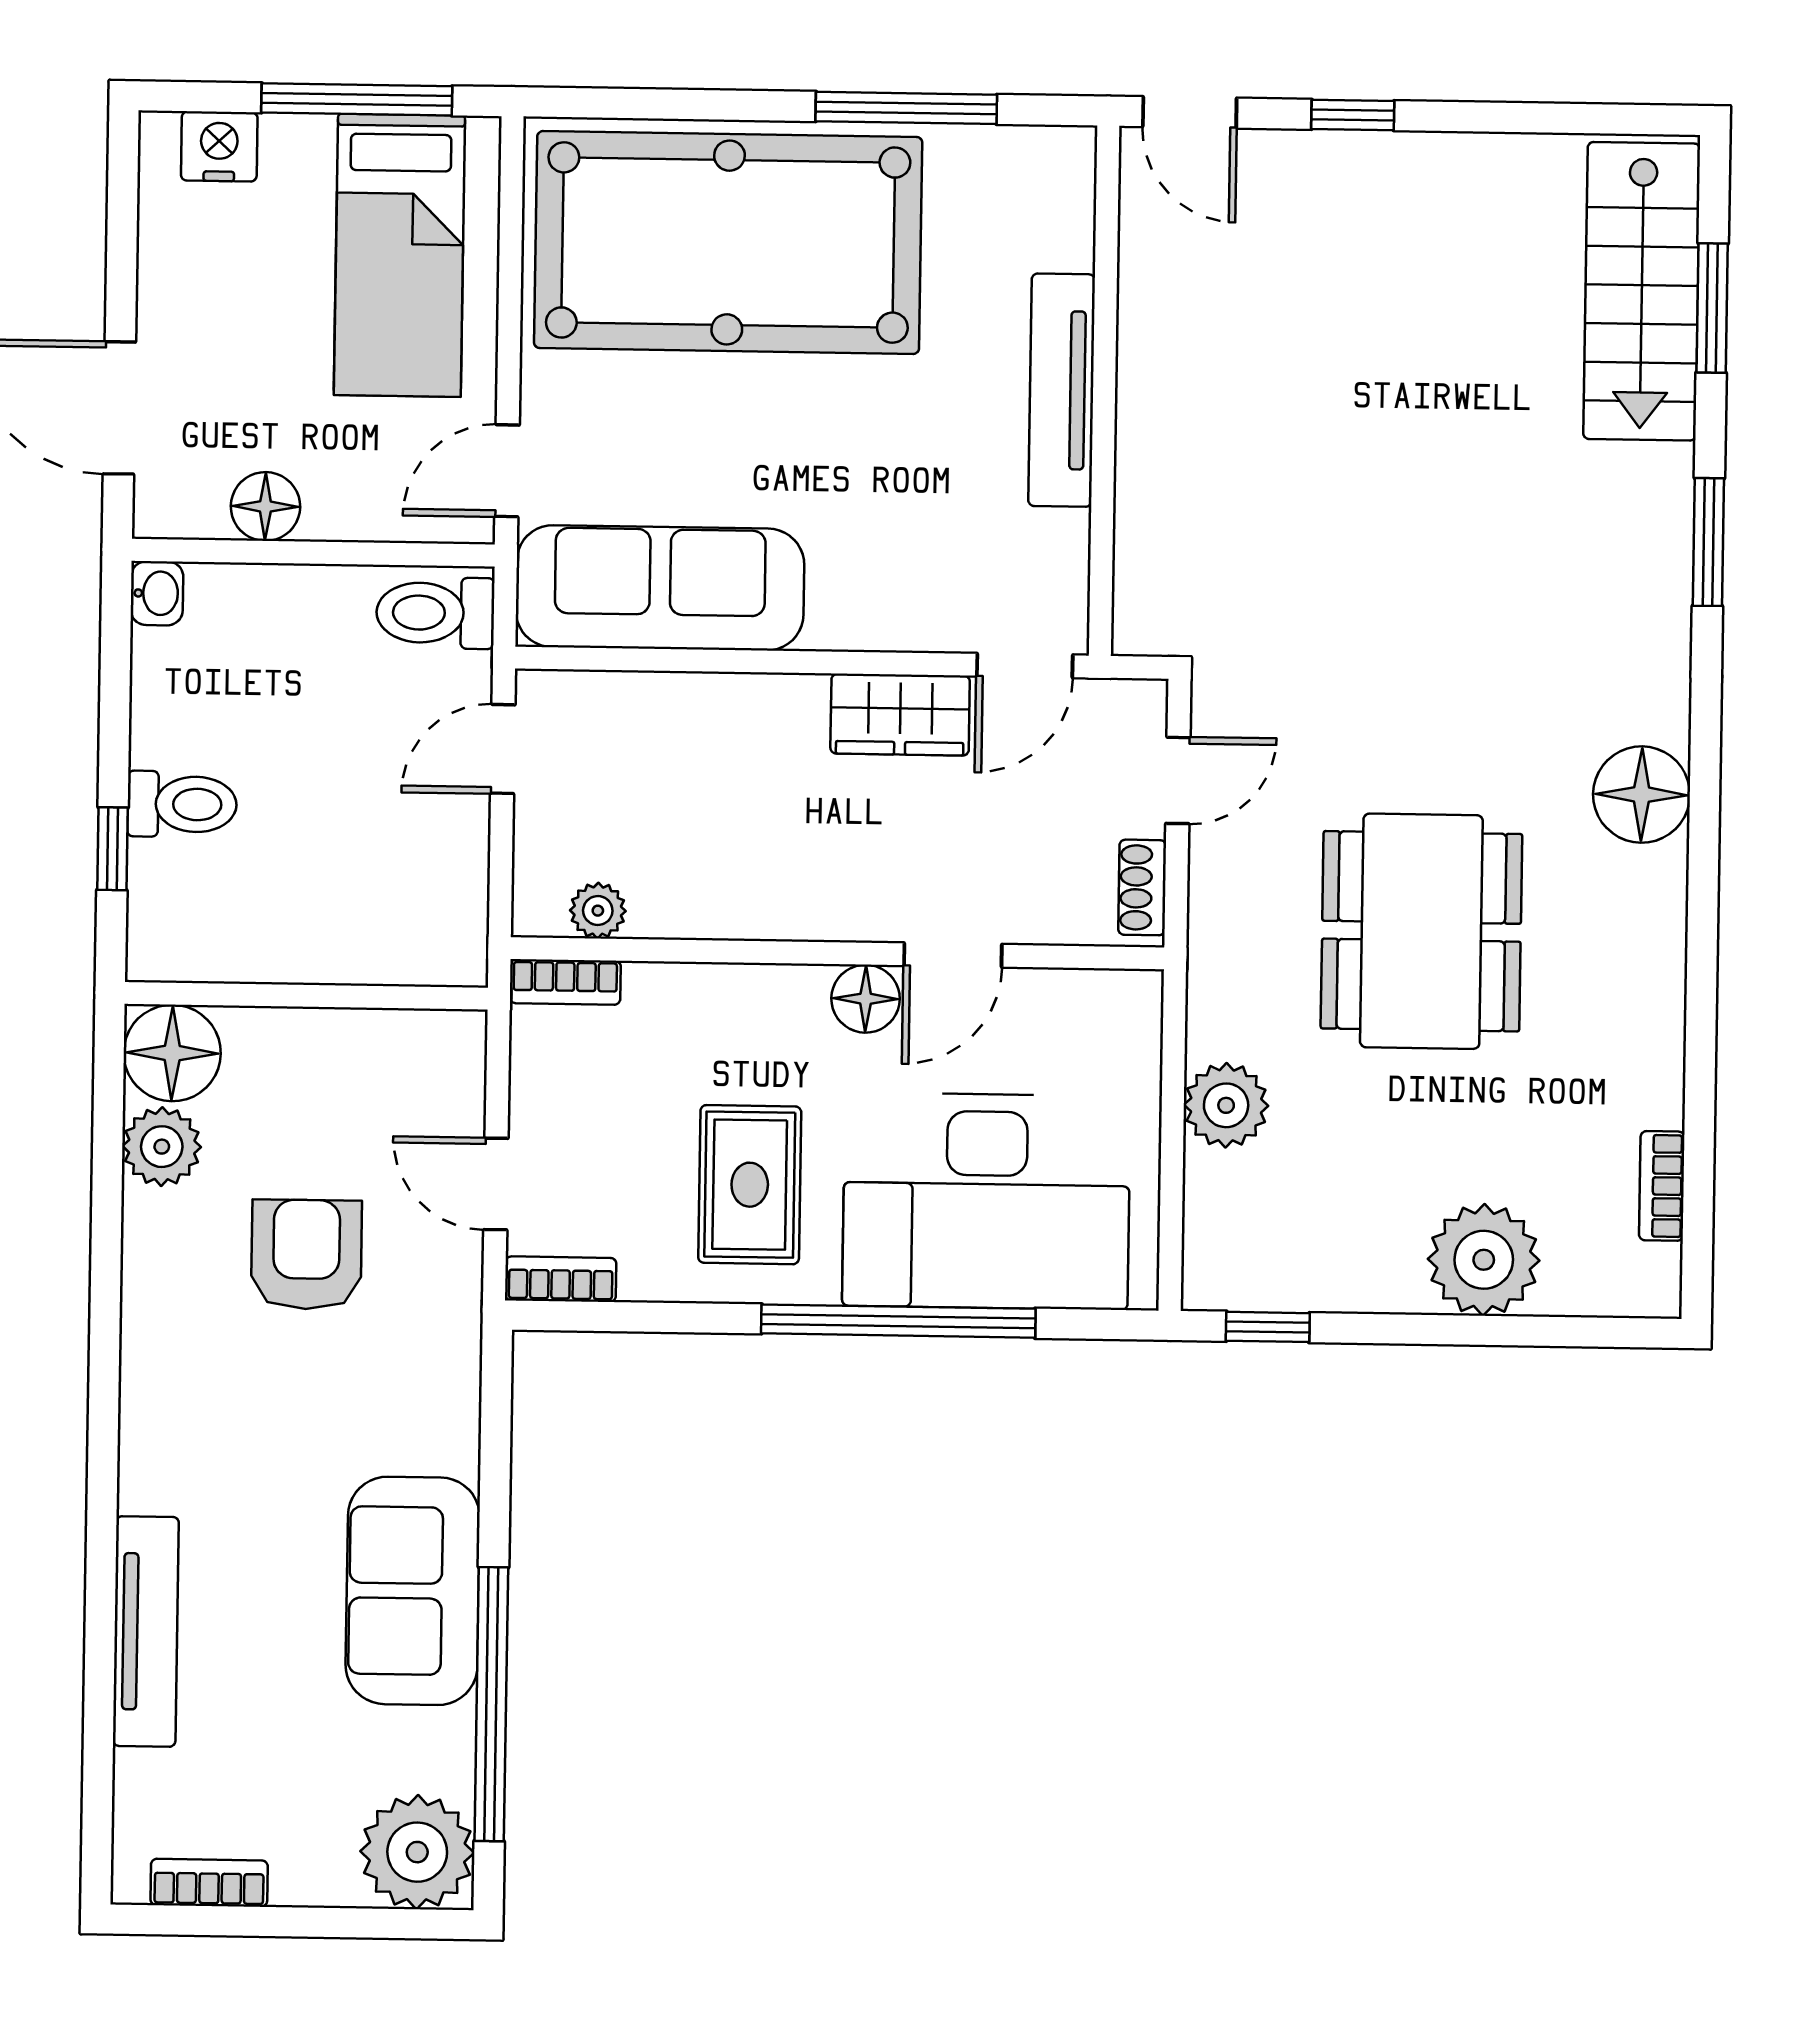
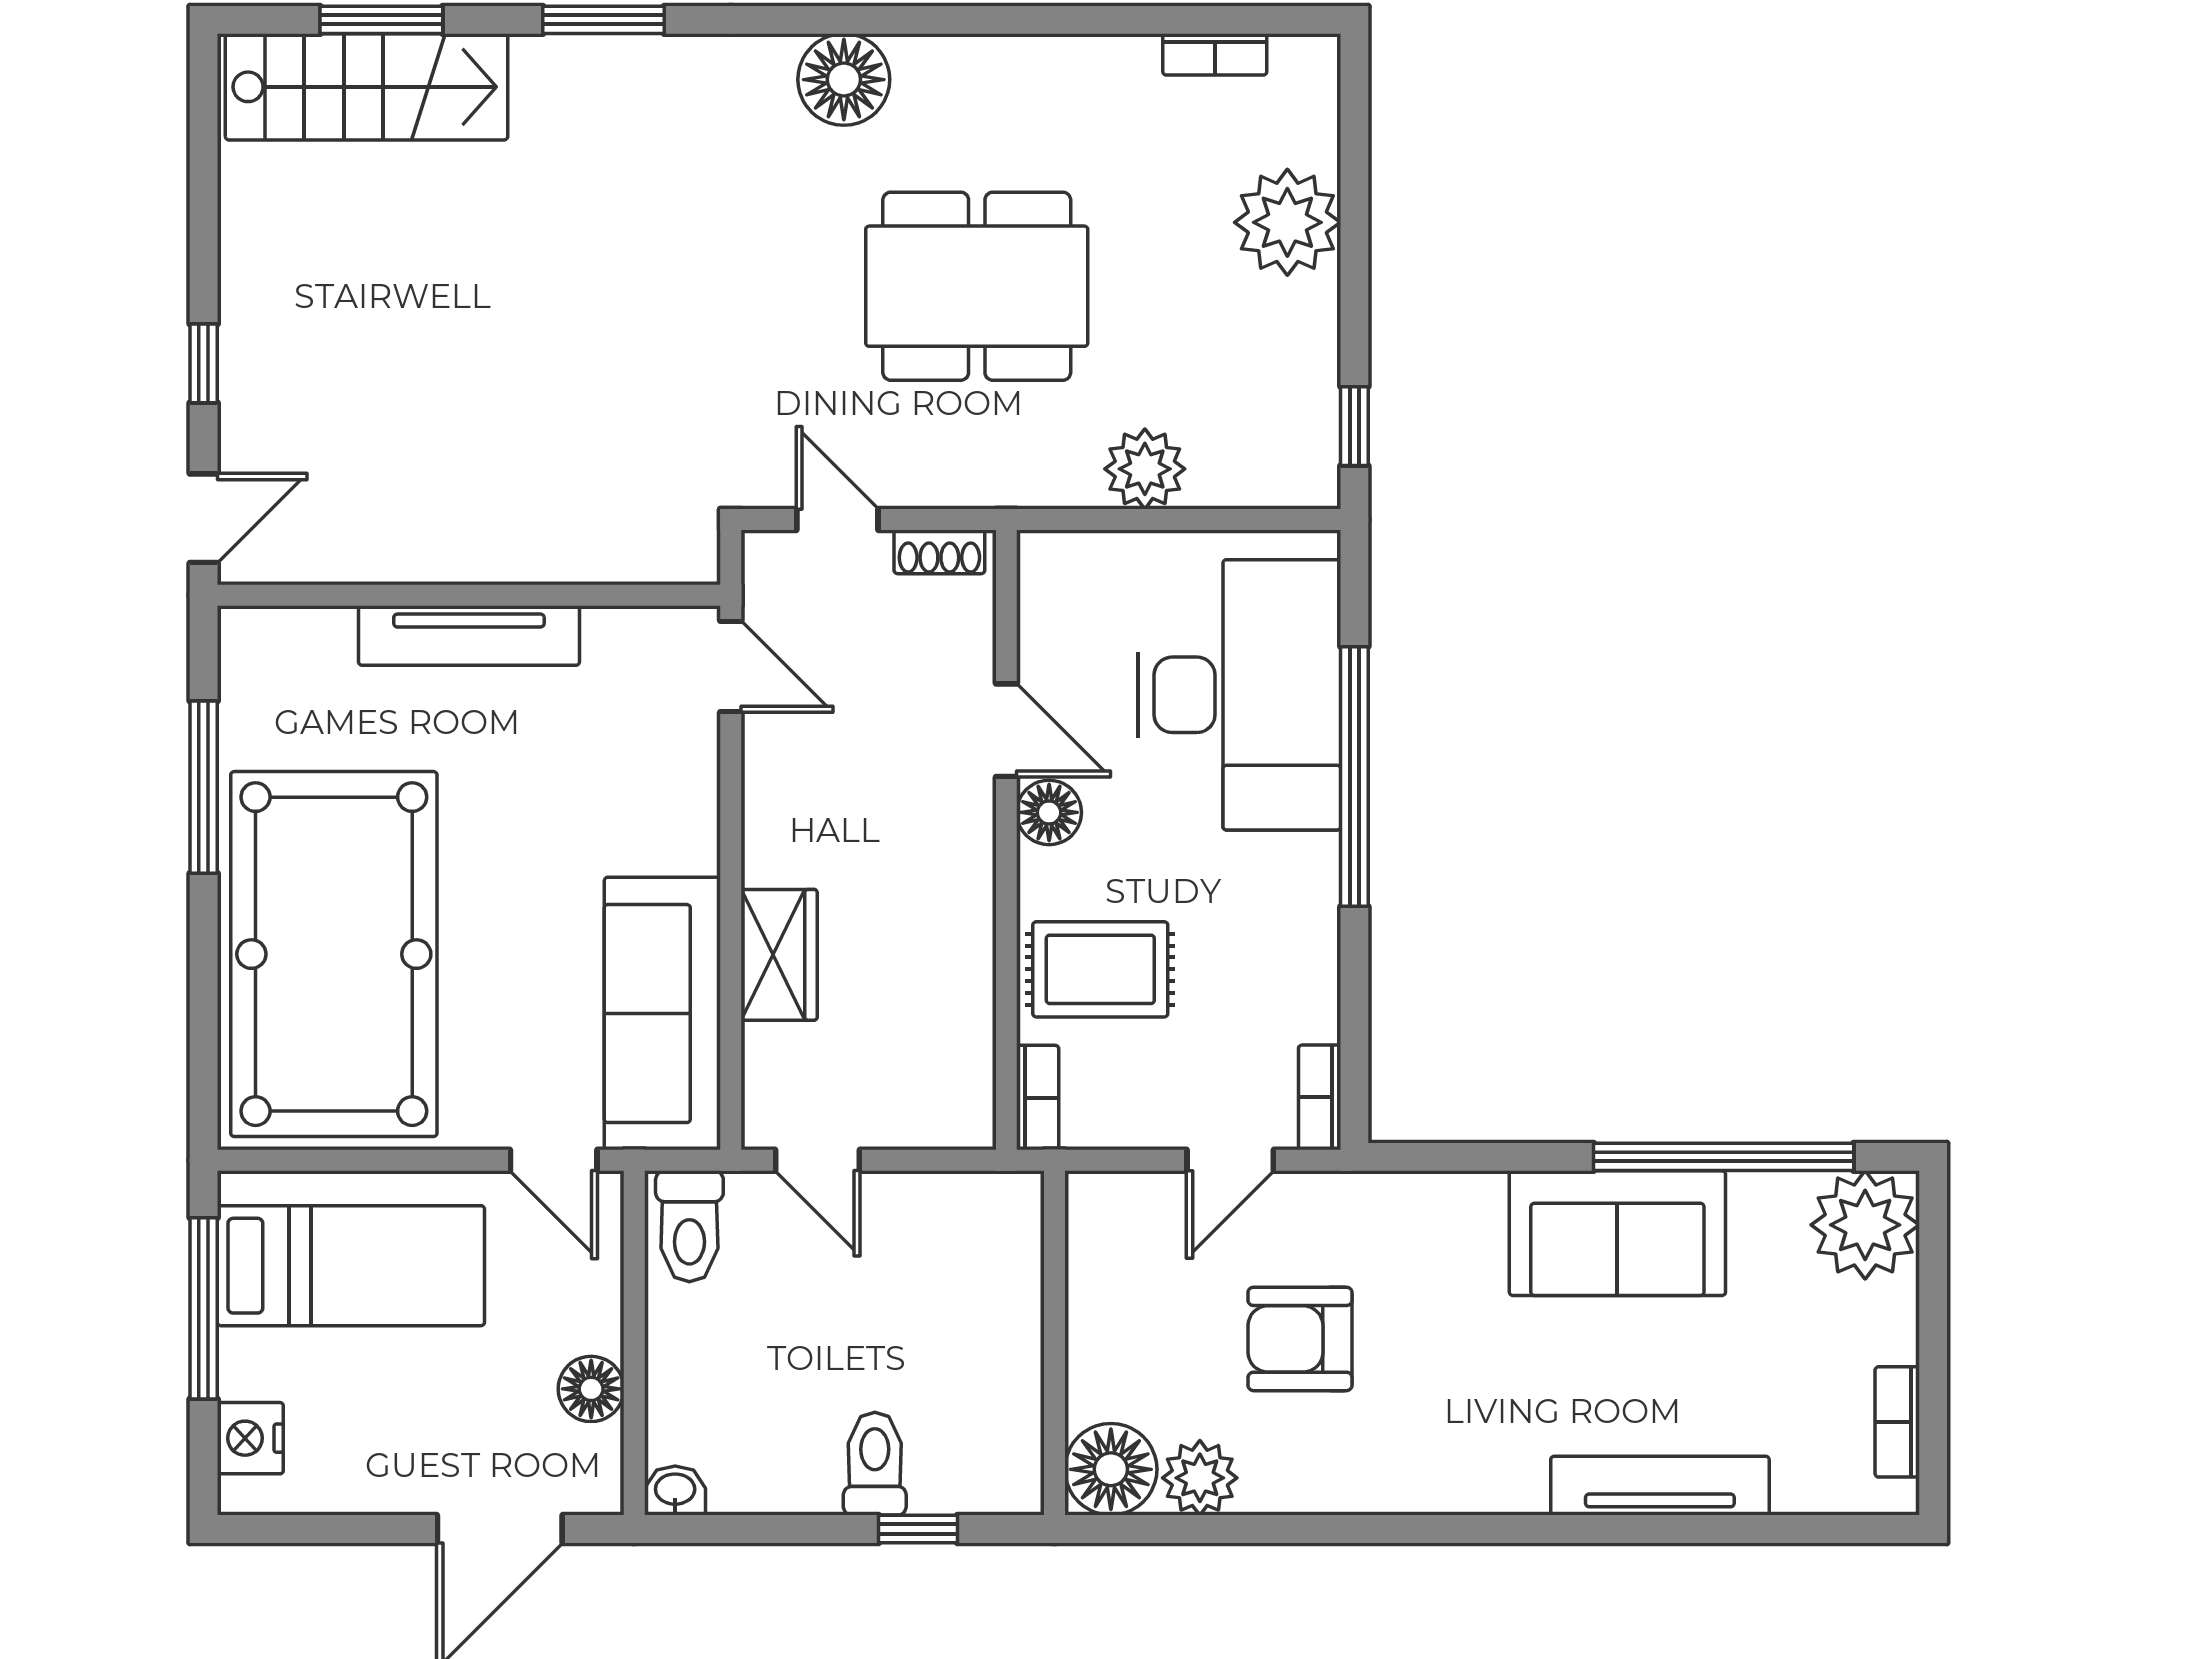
wardrobe: (900, 715) -> (779, 955), moved
plant: (598, 911) -> (969, 1068), removed
rug: (750, 1185) -> (1100, 969), moved

